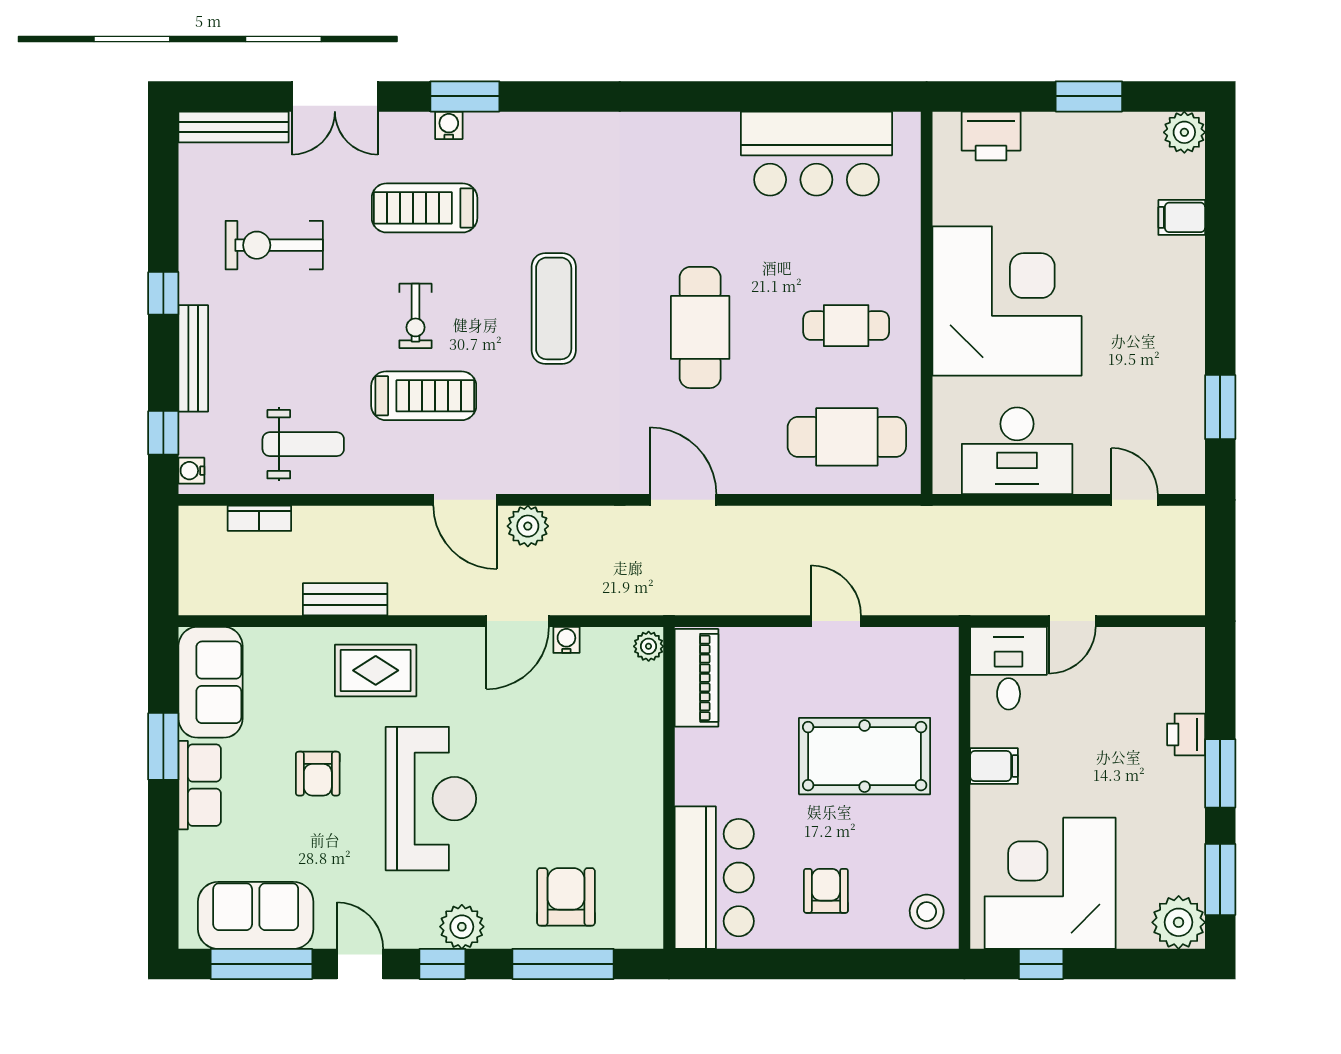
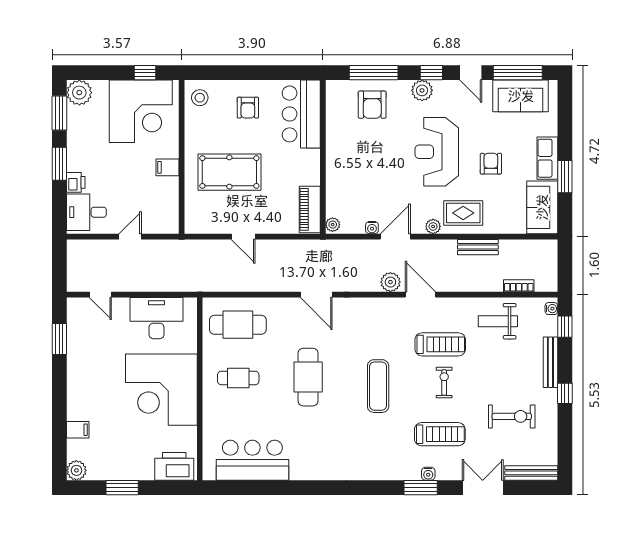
printer: (991, 136) -> (174, 466), width x1.37, depth x1.19
treadmill: (424, 396) -> (440, 344), turned 180
plant: (439, 642) -> (433, 226), added
desk: (1009, 668) -> (86, 212), moved, turned 90

